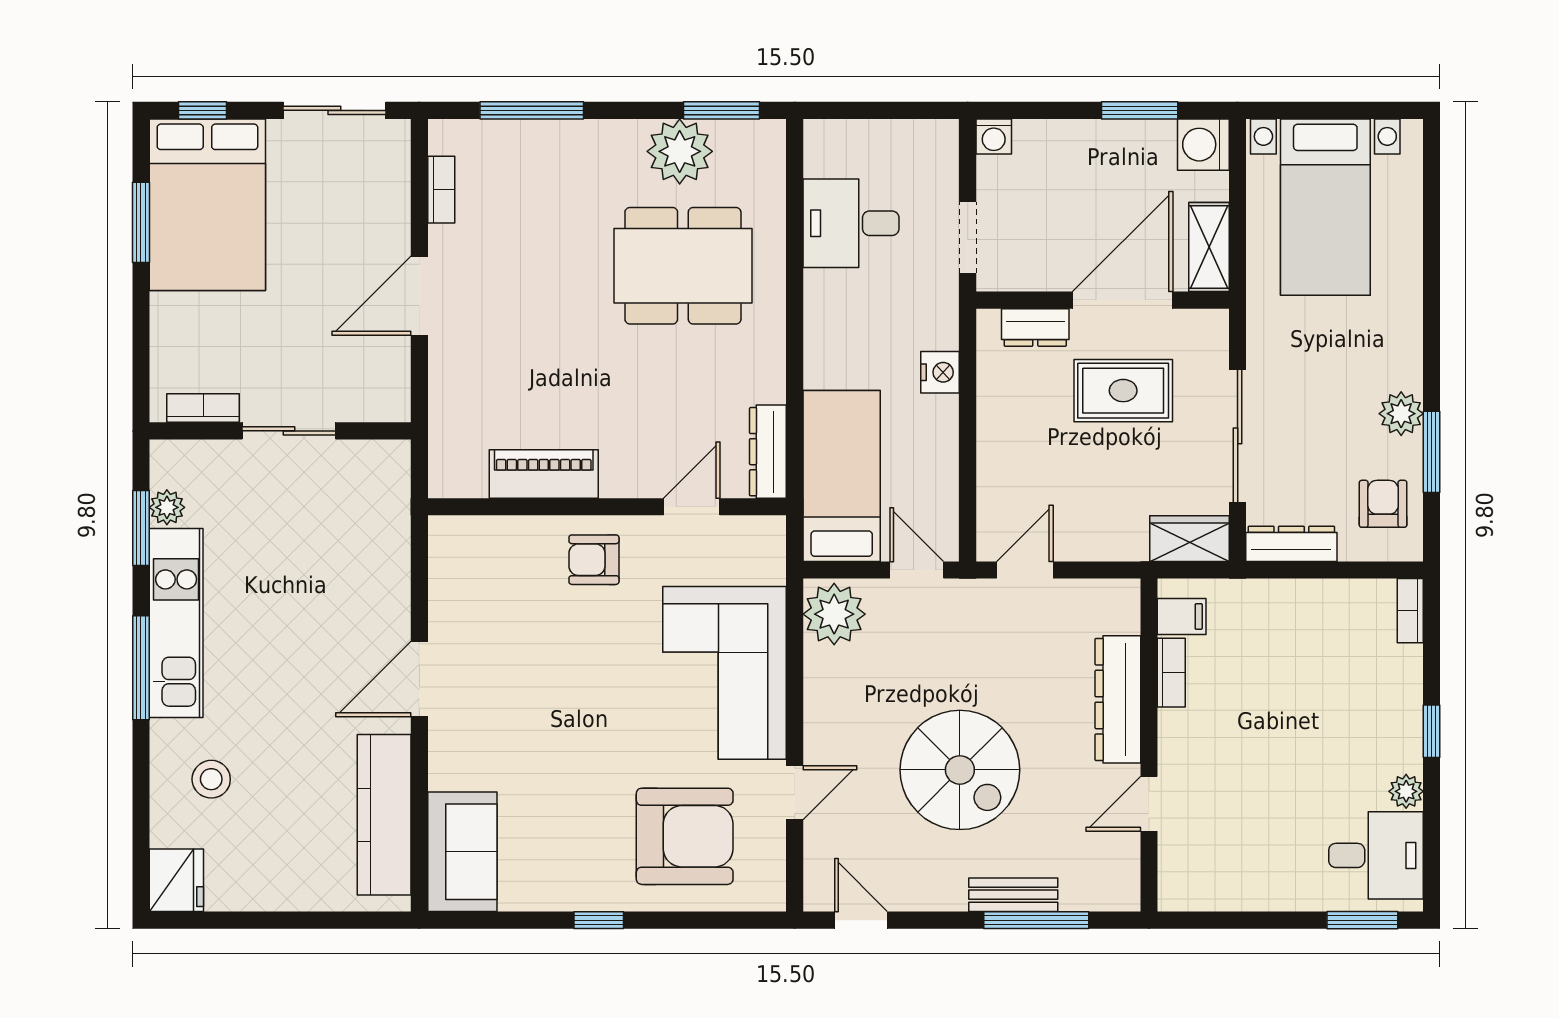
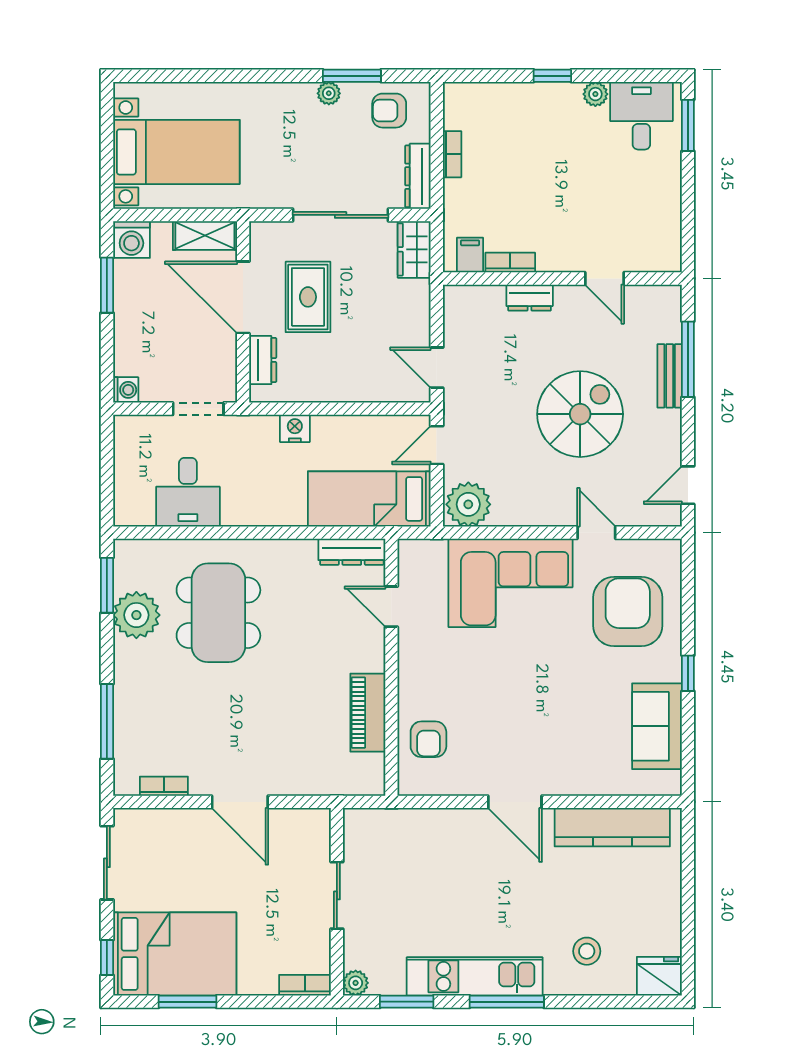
bookcase: (203, 408) -> (305, 985), moved, turned 90
plant: (1401, 414) -> (329, 93), width x0.73, depth x0.73
plant: (167, 507) -> (356, 983), moved
armchair: (594, 560) -> (428, 739), moved
bookcase: (1410, 611) -> (452, 154), moved, turned -90
dresser: (1118, 699) -> (530, 298), width x0.51, depth x0.80
sofa: (462, 852) -> (657, 726), moved, turned -90

